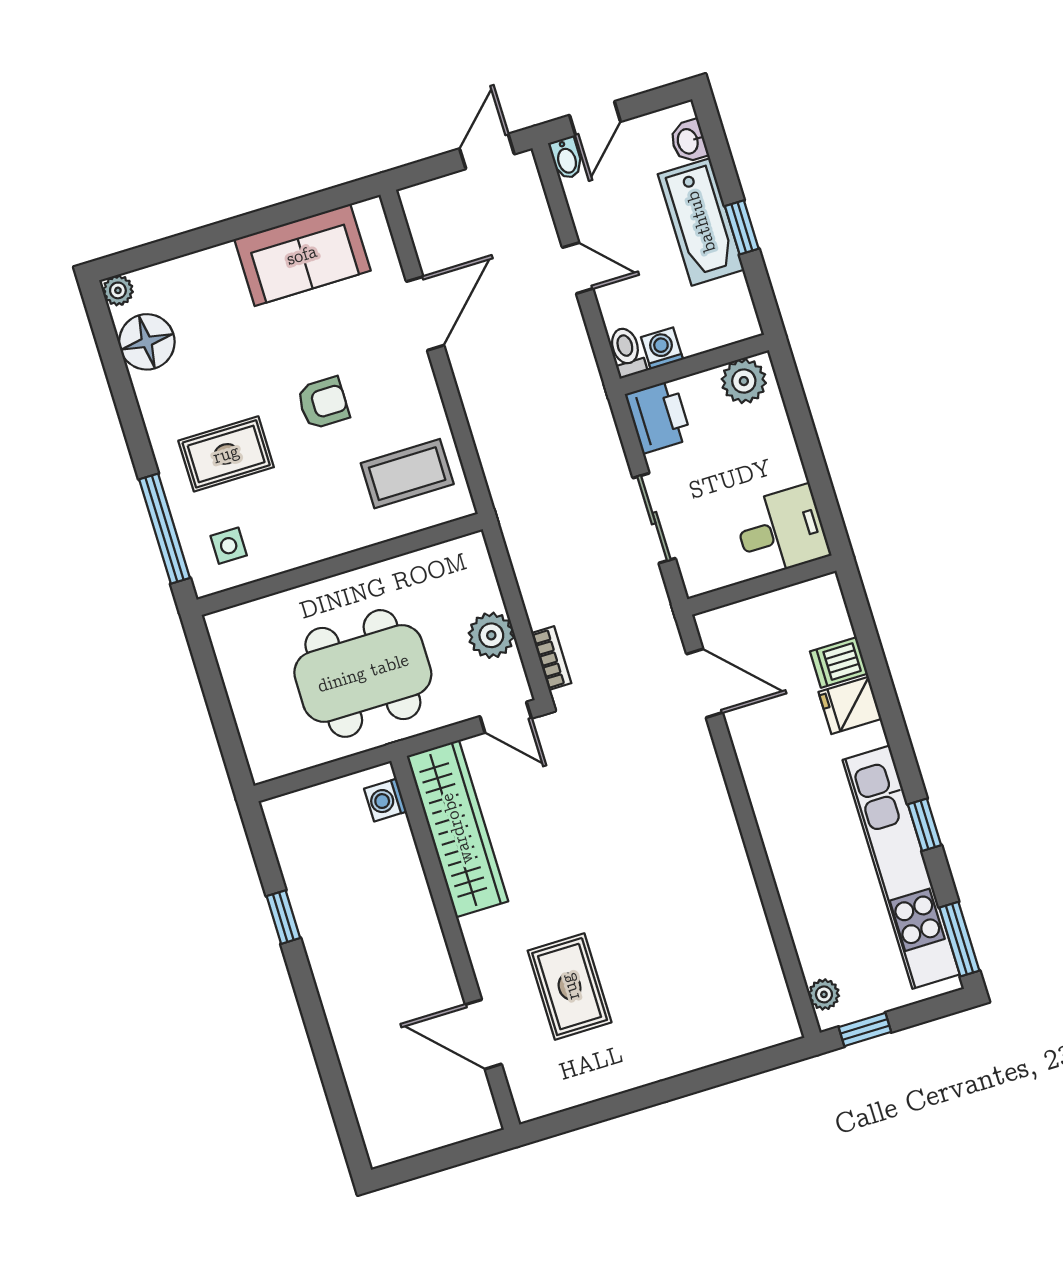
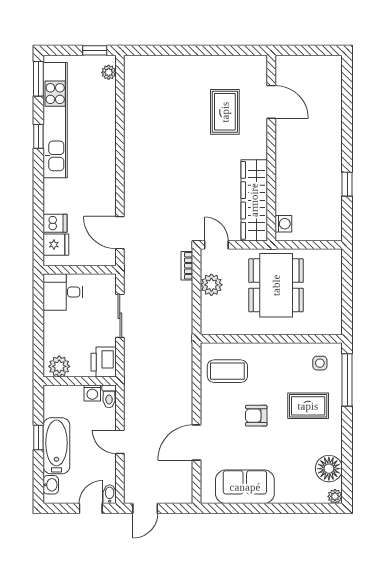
dining table: (363, 673) -> (276, 285), turned 90
fridge: (850, 705) -> (56, 245), moved

